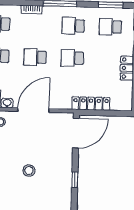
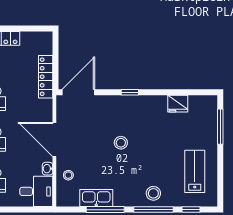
door: (76, 133) -> (78, 92), hinge flipped

